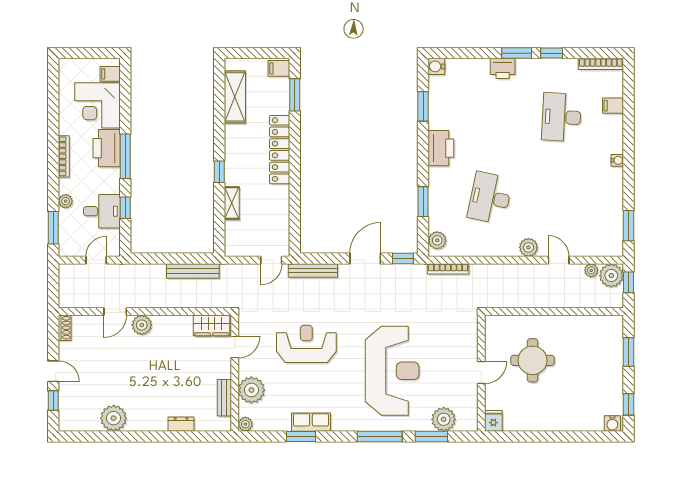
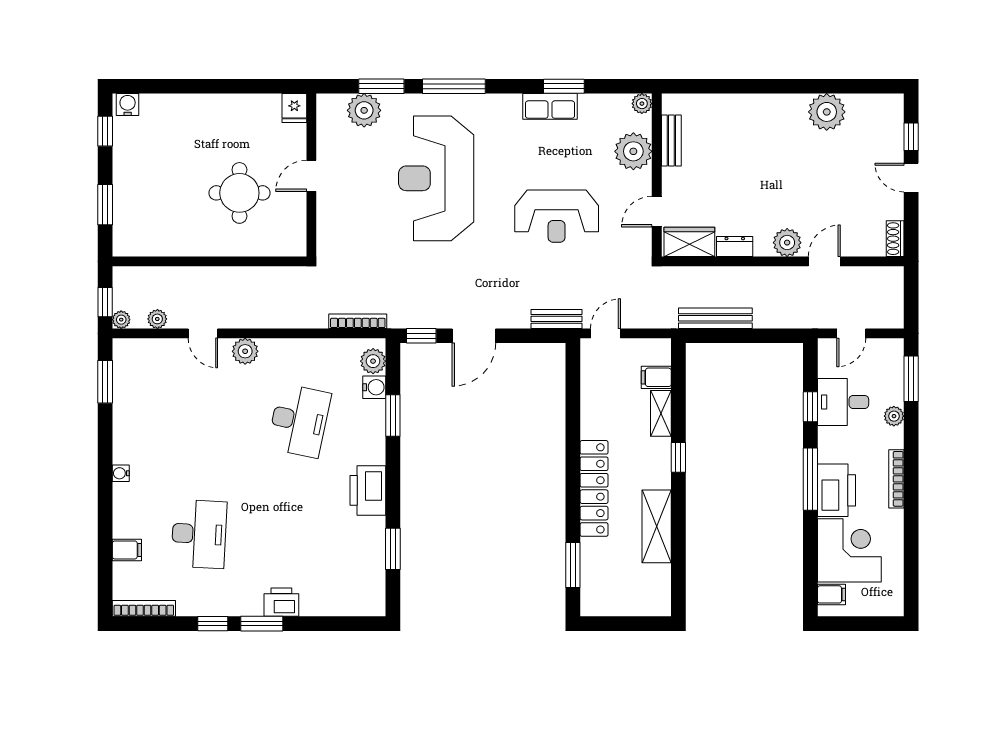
water cooler: (436, 66) -> (374, 387), moved
filing cabinet: (279, 68) -> (656, 377), moved, turned 180
shelving: (235, 97) -> (657, 526), moved
bench: (313, 270) -> (557, 319), width x0.73
plant: (611, 276) -> (121, 320), width x0.53, depth x0.53
dresser: (181, 424) -> (735, 246), moved, turned 180

